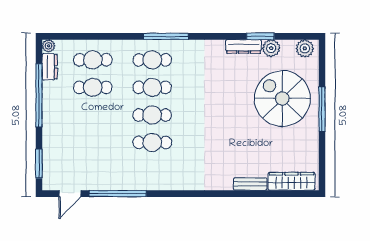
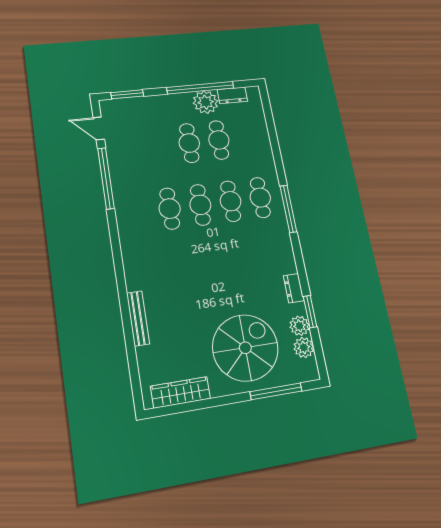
plant: (49, 46) -> (206, 102), moved, width x1.88, depth x1.88
dresser: (243, 46) -> (294, 288), width x0.70
plant: (305, 48) -> (304, 348), moved
cafe table: (93, 60) -> (189, 143), moved
window: (322, 109) -> (276, 391), moved
wardrobe: (292, 181) -> (180, 392), moved, turned -90
bench: (250, 184) -> (138, 318), width x1.36

